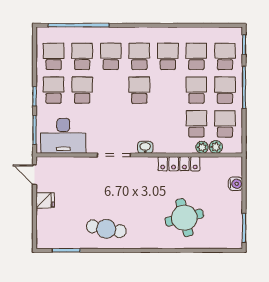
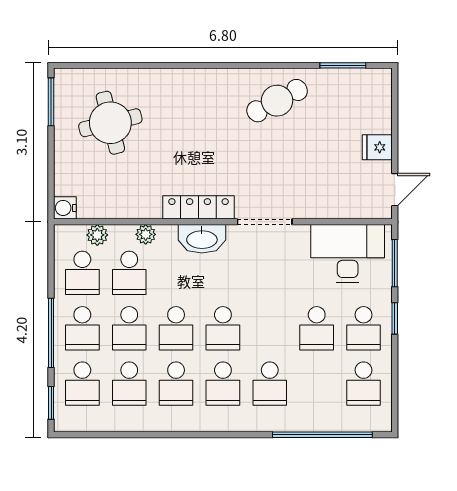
school desk: (82, 56) -> (176, 328), moved
washbasin: (145, 147) -> (202, 239), width x1.91, depth x1.45
plant: (202, 147) -> (146, 234), moved
locker: (179, 164) -> (199, 207), moved
door: (35, 175) -> (395, 190), hinge flipped
water cooler: (236, 184) -> (65, 208), moved
round table: (184, 218) -> (110, 123), moved
cafe table: (106, 229) -> (277, 101), turned -38

